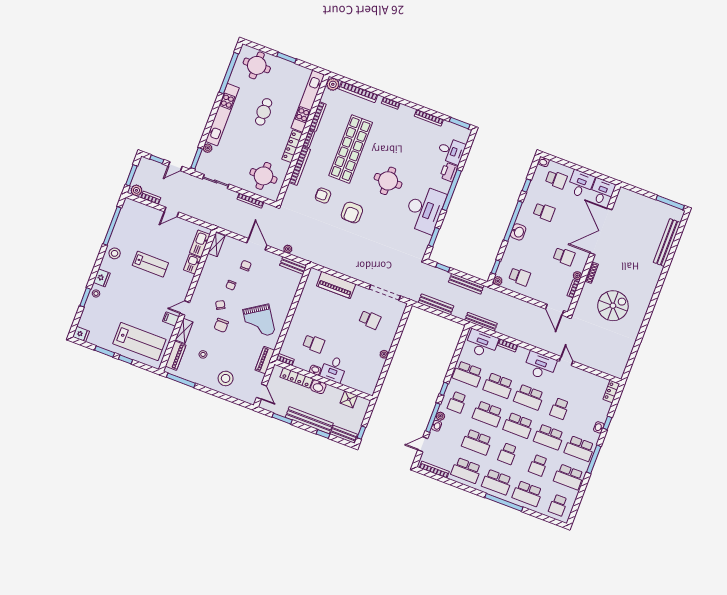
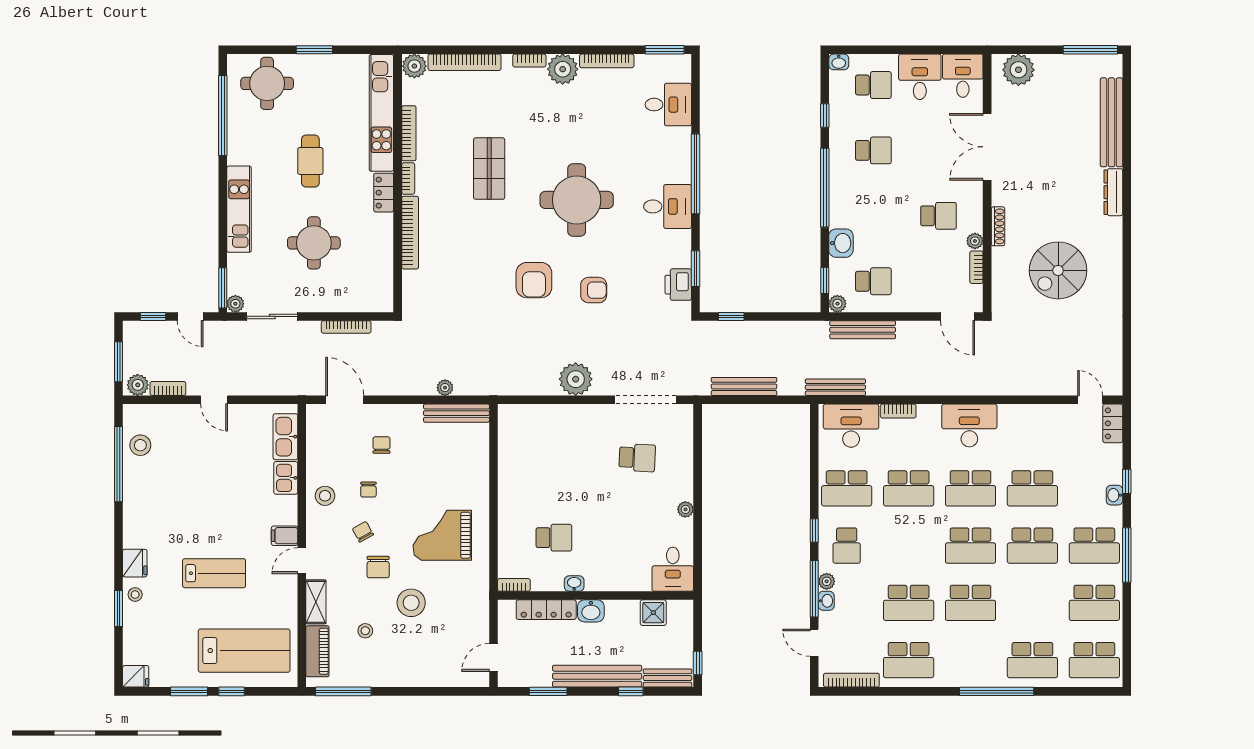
plant: (406, 114) -> (563, 69), added
kitchen unit: (222, 115) -> (239, 209), width x0.73
locker: (292, 146) -> (384, 193), width x0.66
plant: (208, 148) -> (235, 304), moved
shop shelf: (351, 149) -> (489, 169), width x0.50, depth x0.74
door: (175, 166) -> (190, 316), hinge flipped
printer: (449, 172) -> (678, 285), moved
round table: (263, 176) -> (314, 243), moved
round table: (388, 181) -> (577, 200), width x1.36, depth x1.36
armchair: (323, 196) -> (594, 290), moved, turned 180
plant: (631, 199) -> (1018, 70), added
desk: (425, 209) -> (668, 206), width x0.53, depth x0.77
door: (171, 212) -> (214, 400), hinge flipped
double door: (601, 231) -> (987, 147), width x0.73
washbasin: (518, 232) -> (841, 243), moved
door: (257, 244) -> (345, 400), moved
shelving: (216, 245) -> (316, 427), removed
stool: (115, 253) -> (140, 445), moved
lab bench: (150, 264) -> (214, 573), moved
bench: (293, 265) -> (456, 413), width x1.36
plant: (354, 269) -> (576, 379), added
dresser: (655, 277) -> (1113, 192), added
stool: (208, 280) -> (325, 496), added
bench: (466, 284) -> (863, 330), moved
piano: (336, 285) -> (554, 419), removed
spiral stairs: (613, 306) -> (1058, 270), turned 180
filing cabinet: (171, 319) -> (285, 536), moved
grand piano: (259, 322) -> (442, 535), turned 123
piano: (265, 360) -> (478, 600), removed
door: (566, 361) -> (1090, 400), moved
desk: (334, 369) -> (673, 569), moved
stool: (226, 378) -> (411, 603), moved
door: (261, 392) -> (493, 657), swing flipped
school desk: (560, 409) -> (1032, 488), width x1.85
school desk: (488, 414) -> (909, 546), removed
door: (423, 444) -> (814, 643), hinge flipped
school desk: (508, 454) -> (971, 603), width x1.85
school desk: (538, 465) -> (1032, 603), removed
school desk: (497, 482) -> (971, 660), removed
school desk: (558, 505) -> (1094, 660), width x1.85

